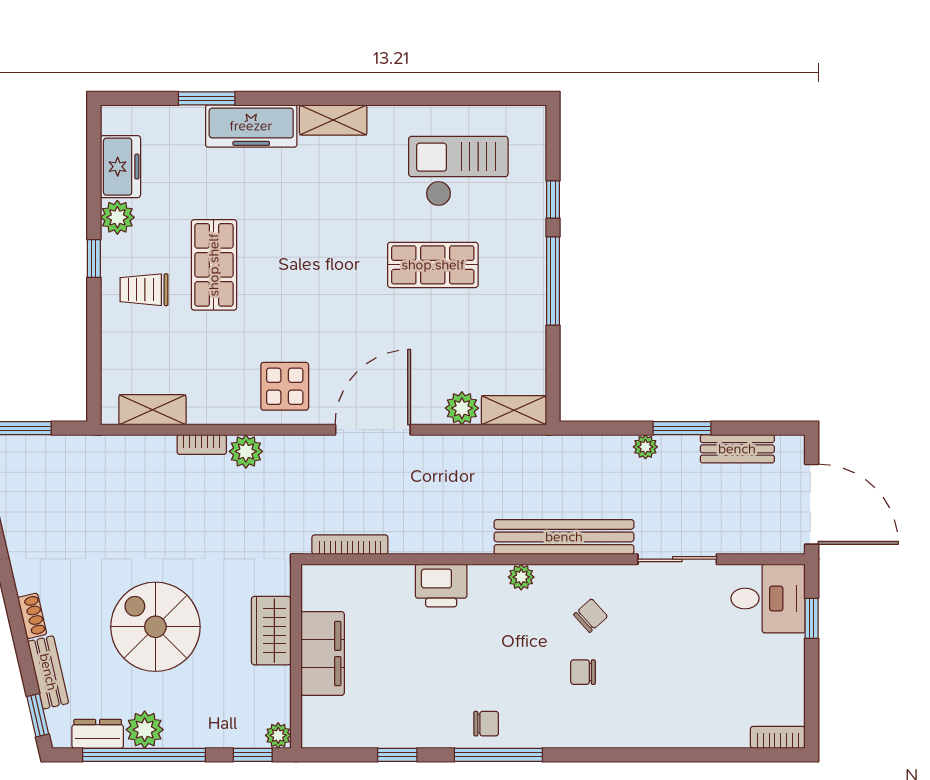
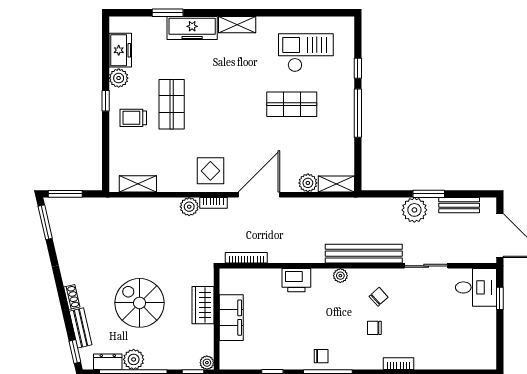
bookcase: (202, 445) -> (213, 203), moved
plant: (645, 447) -> (414, 210), width x1.88, depth x1.88
bookcase: (778, 737) -> (399, 364), moved

